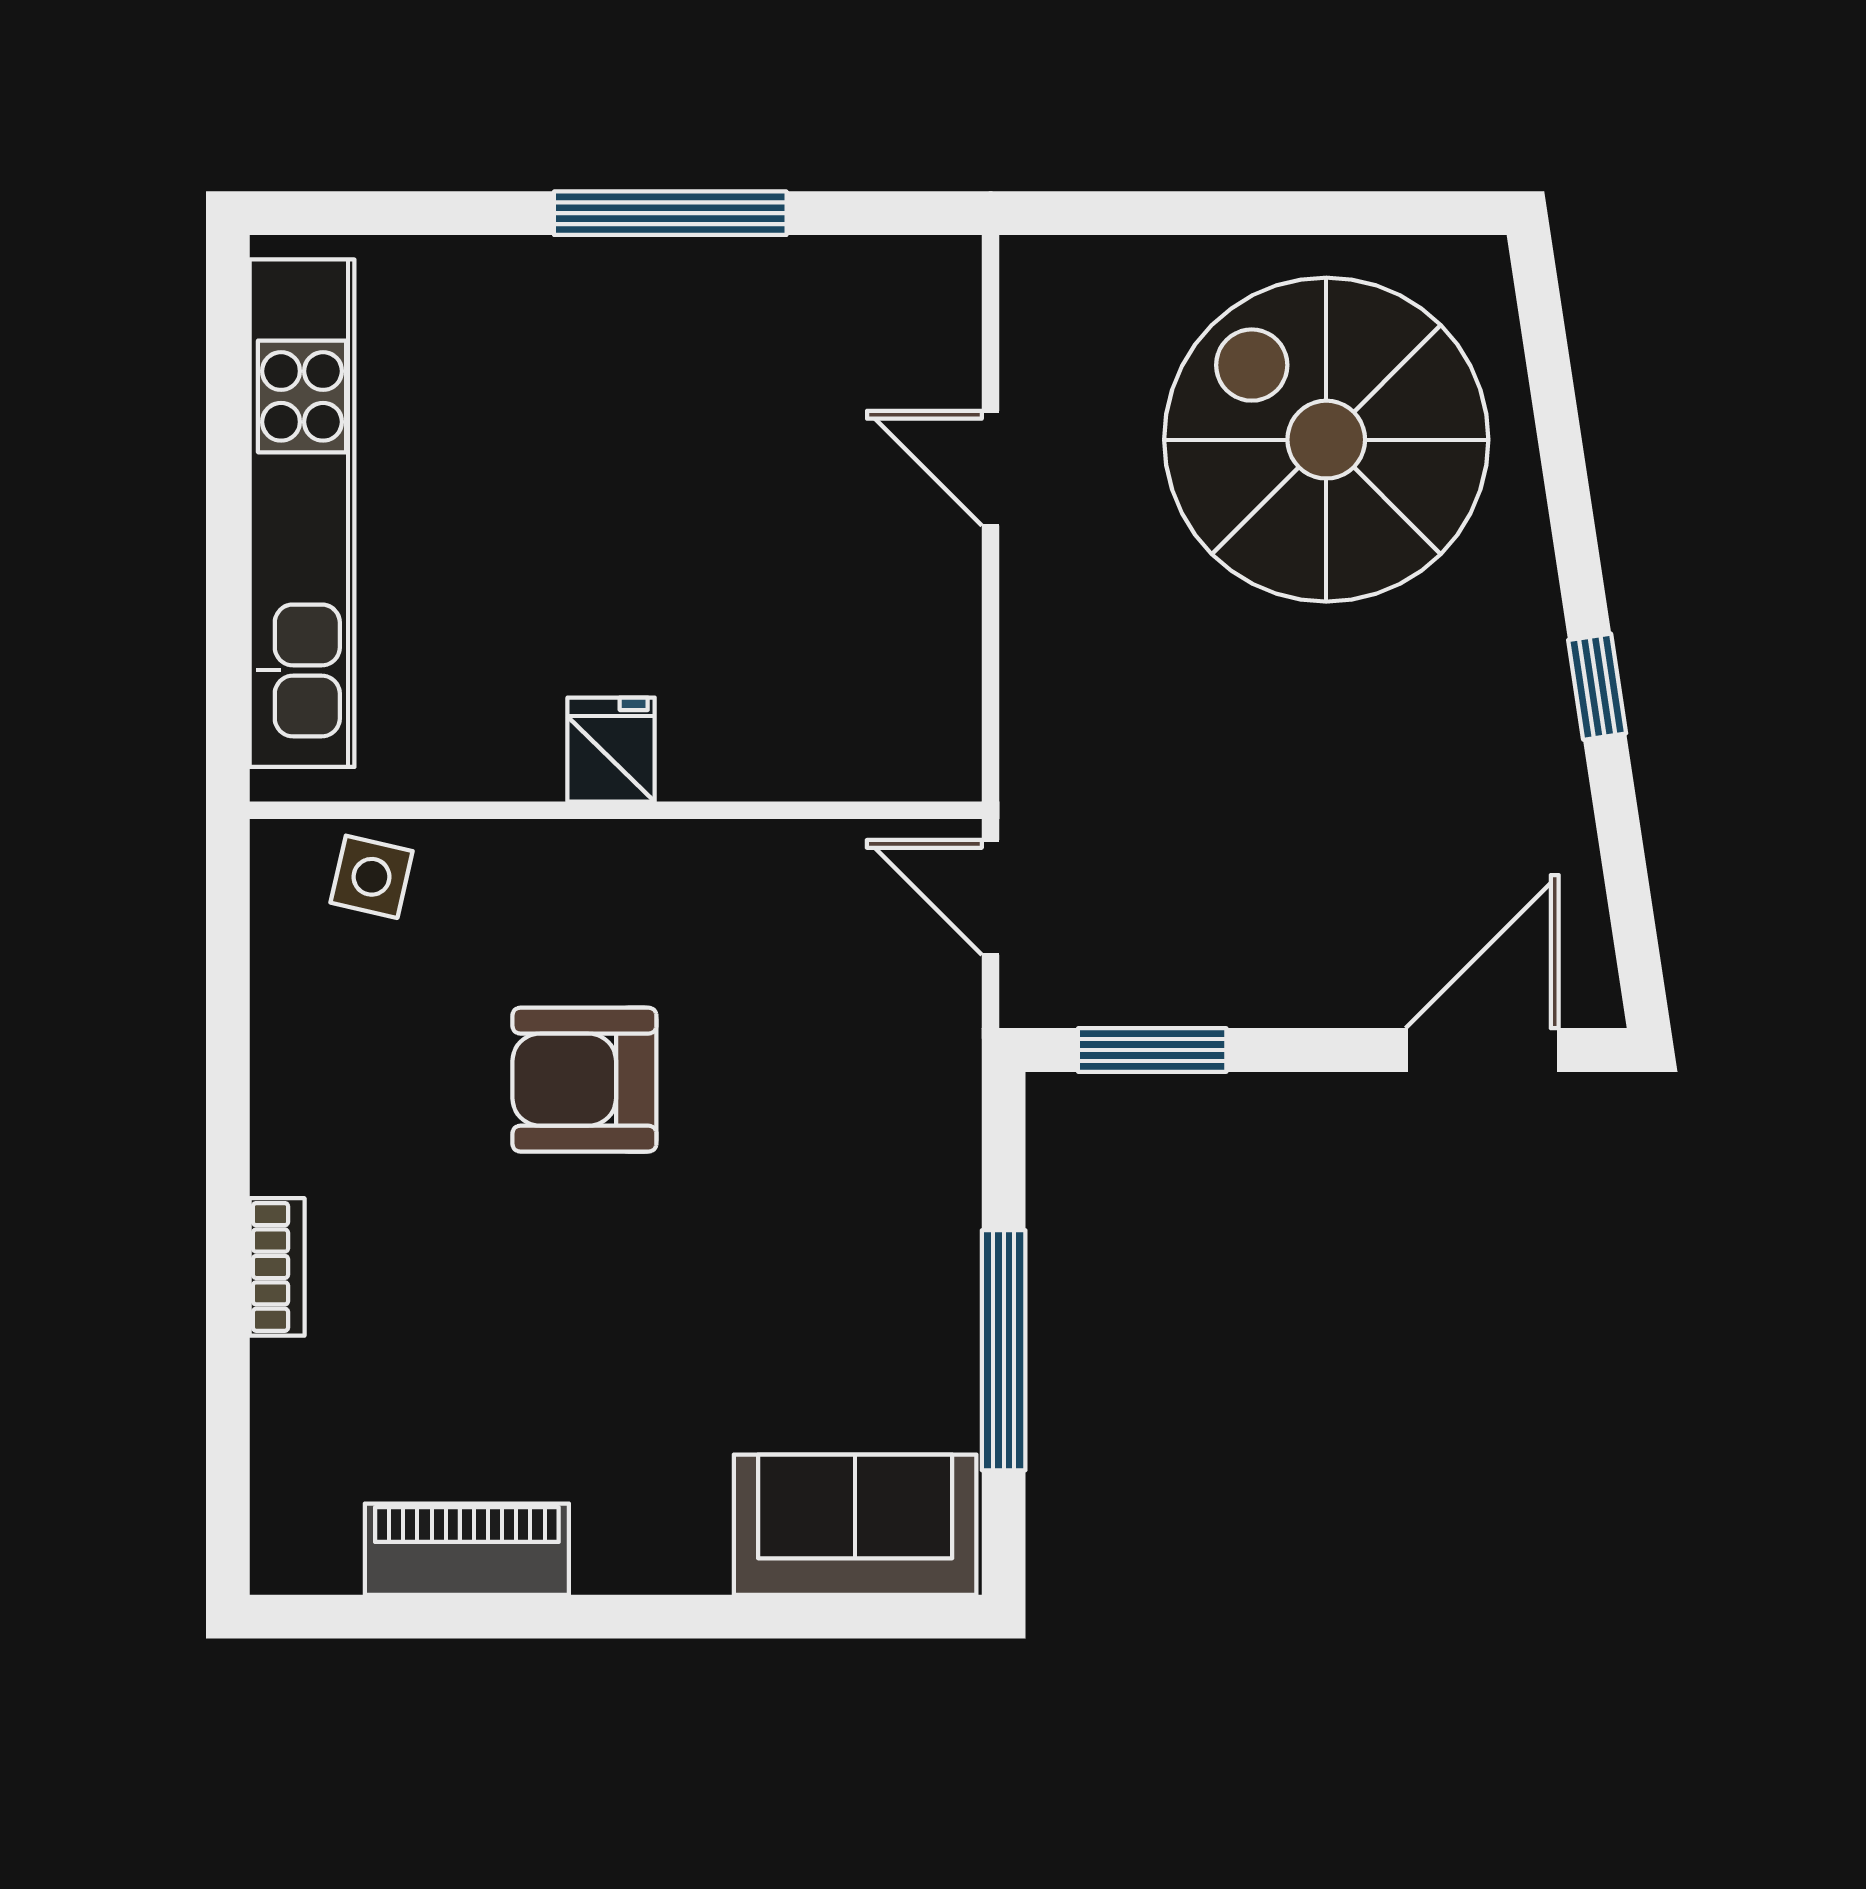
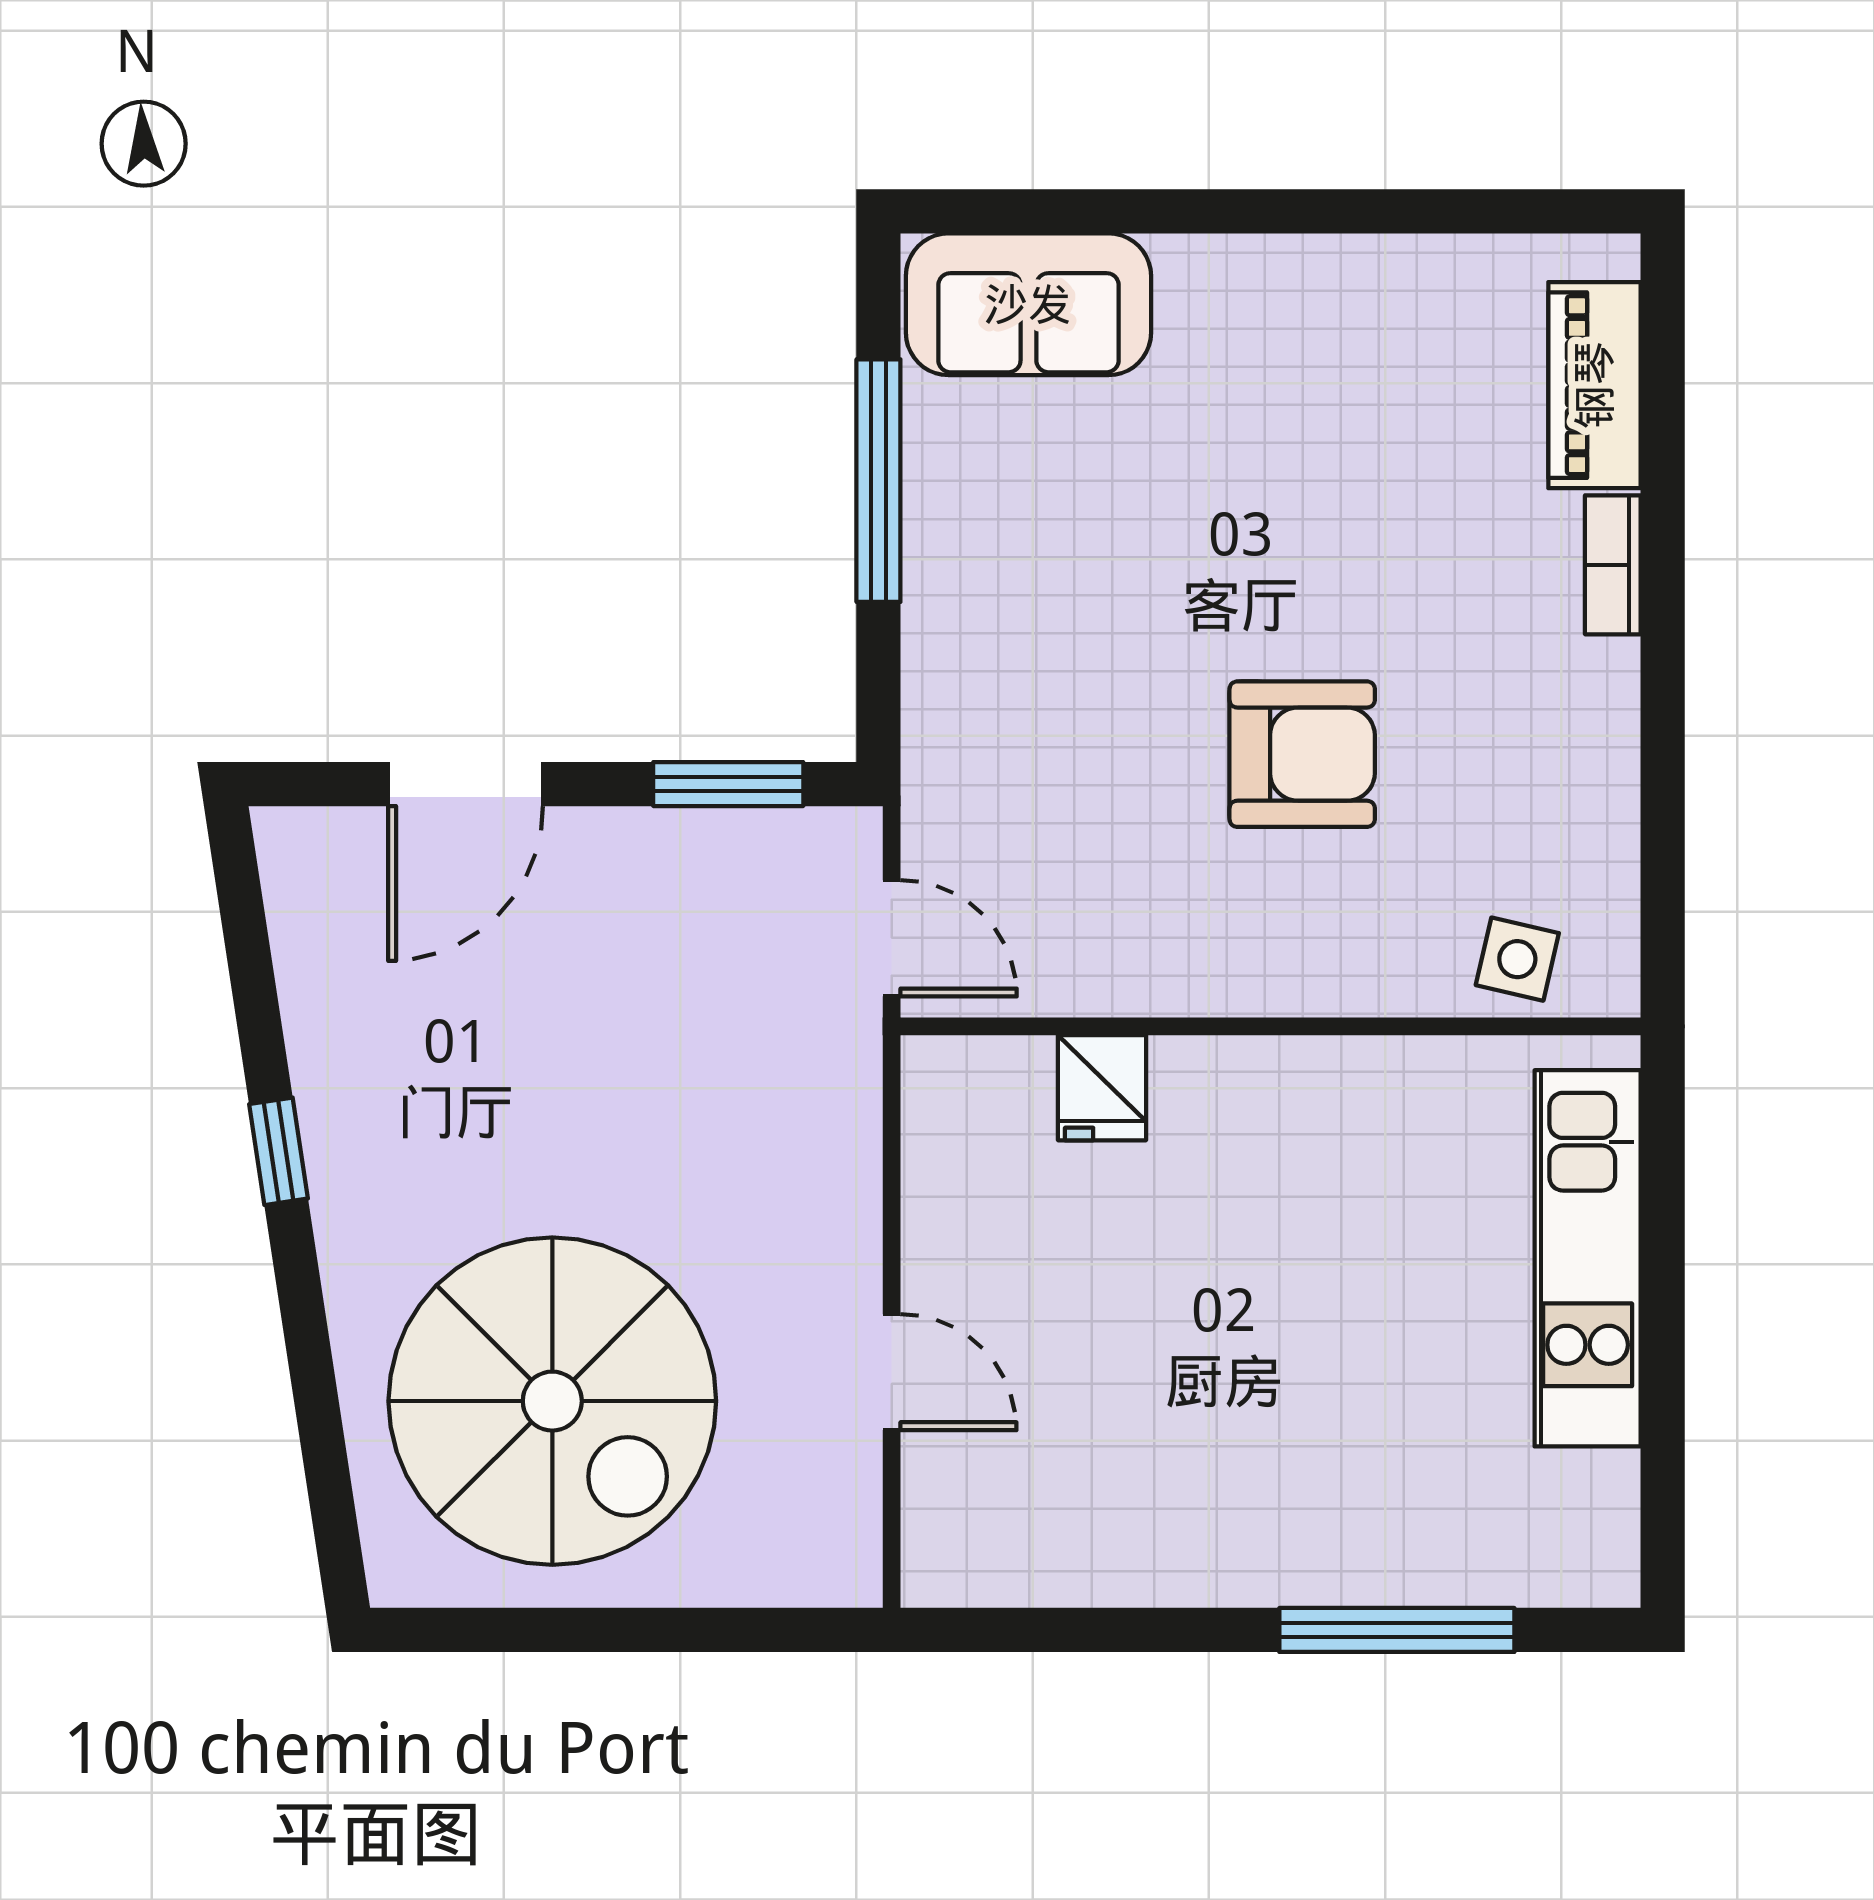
window: (670, 213) -> (1397, 1630), moved
kitchen unit: (302, 513) -> (1588, 1258), width x0.73
fridge: (611, 750) -> (1102, 1088), moved
door: (1482, 1050) -> (466, 784), moved
piano: (467, 1549) -> (1594, 385), moved, turned 90

